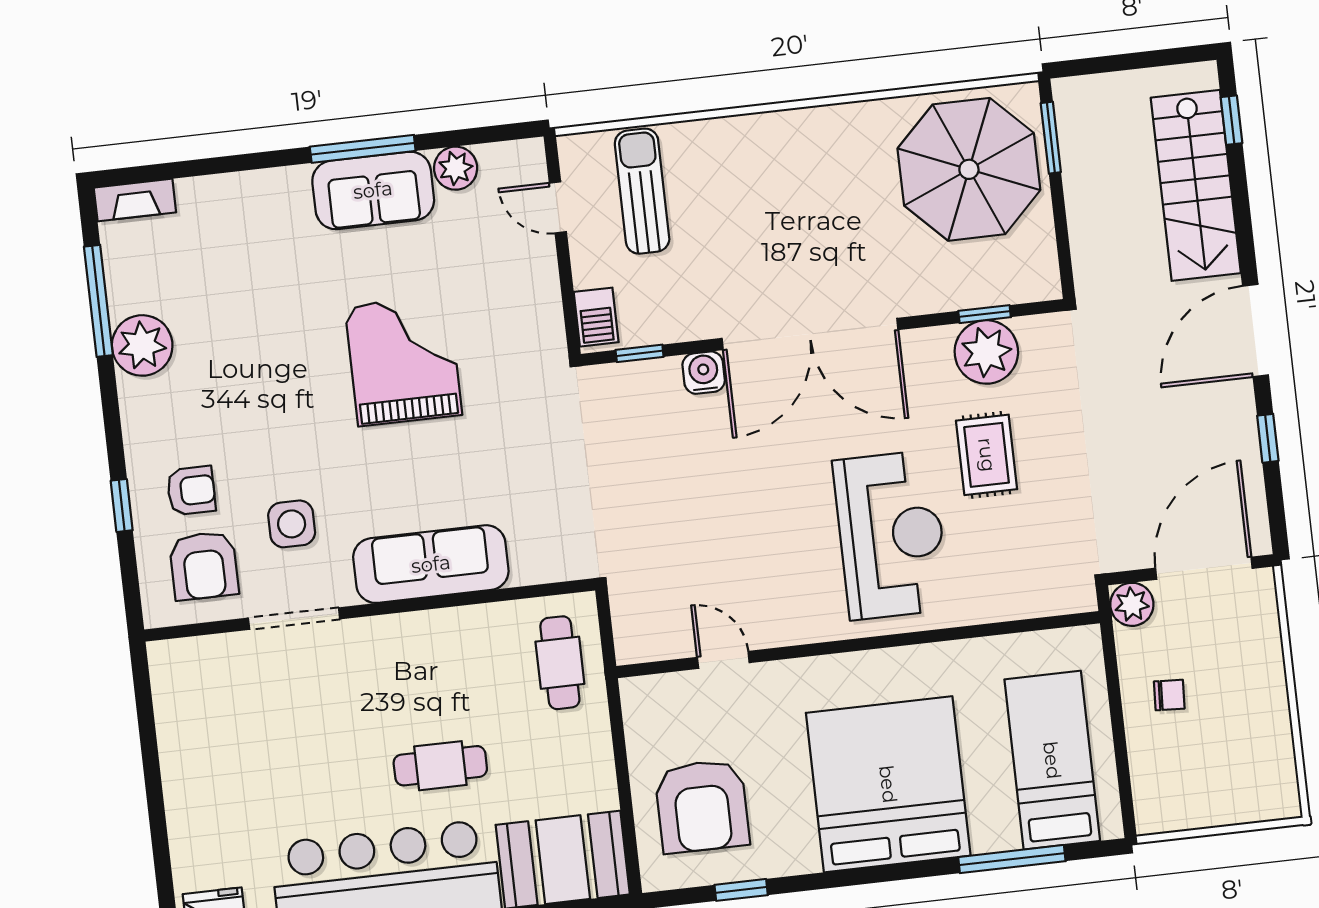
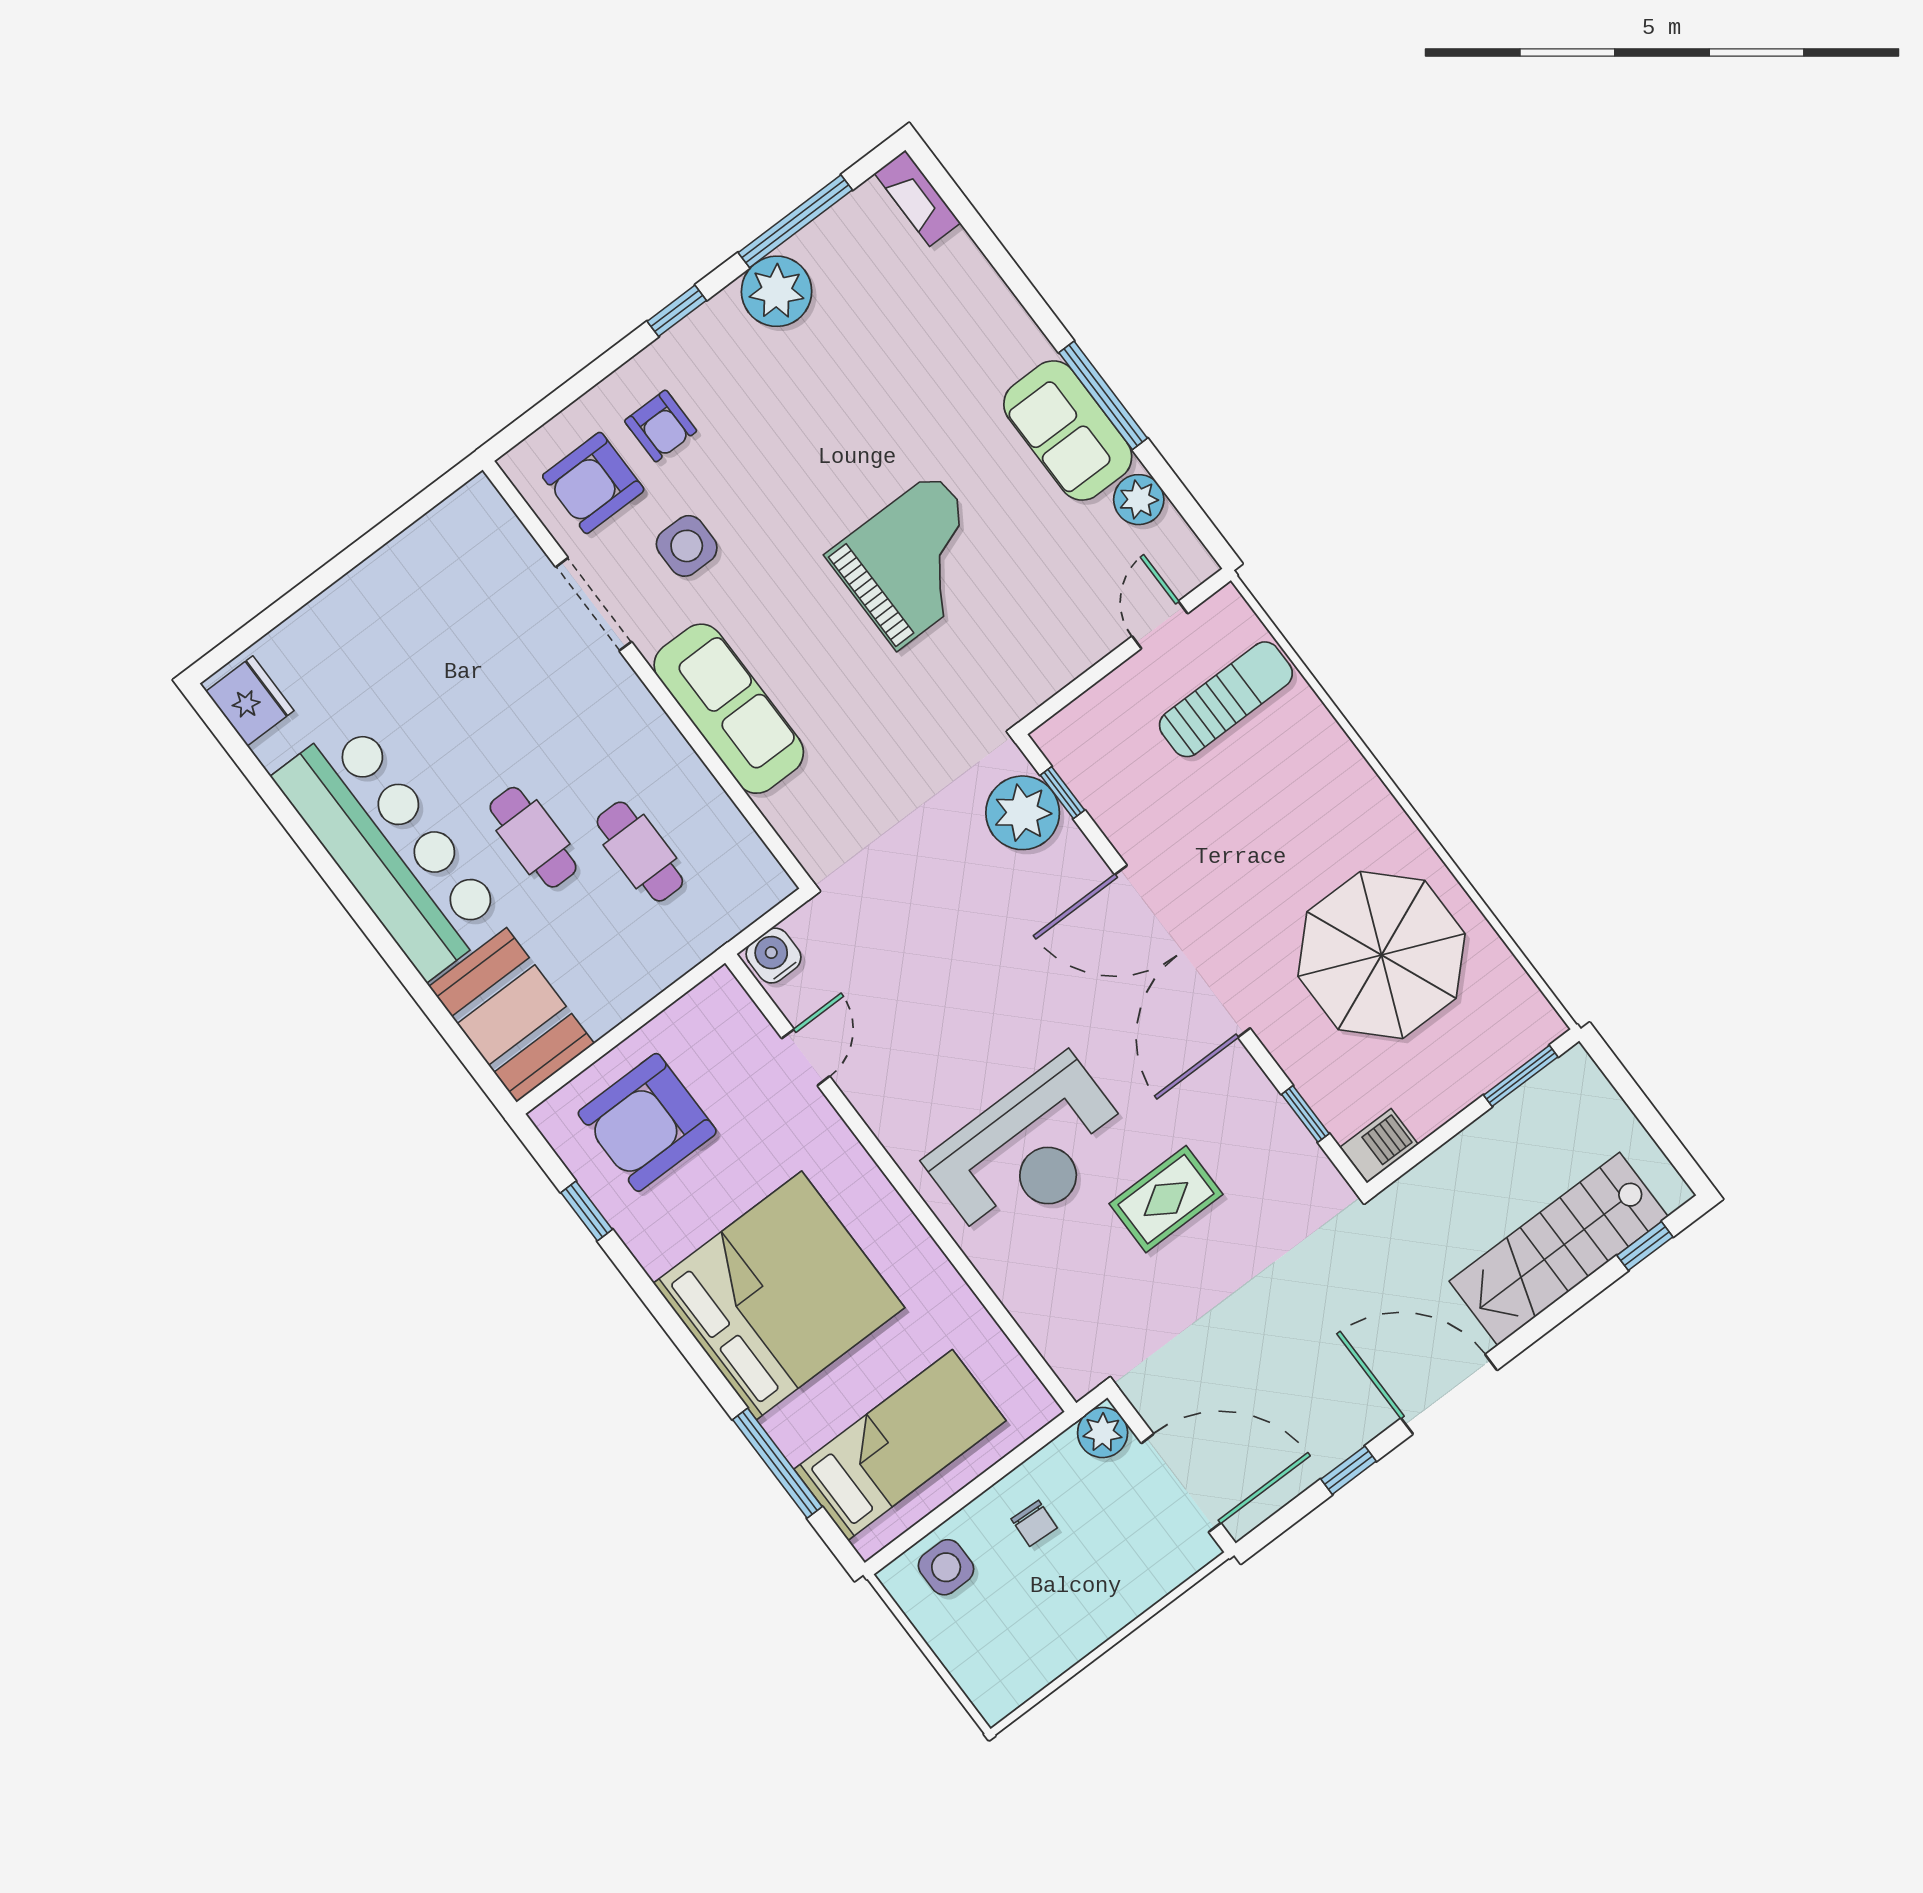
parasol: (969, 169) -> (1382, 955), moved
barbecue: (596, 317) -> (1379, 1146), moved, turned 180
plant: (986, 352) -> (1023, 813), moved
water cooler: (704, 373) -> (773, 956), moved, turned -90
window: (122, 505) -> (677, 311), moved
cafe table: (560, 663) -> (640, 852), moved, turned 90
side table: (1163, 780) -> (946, 1567), added

